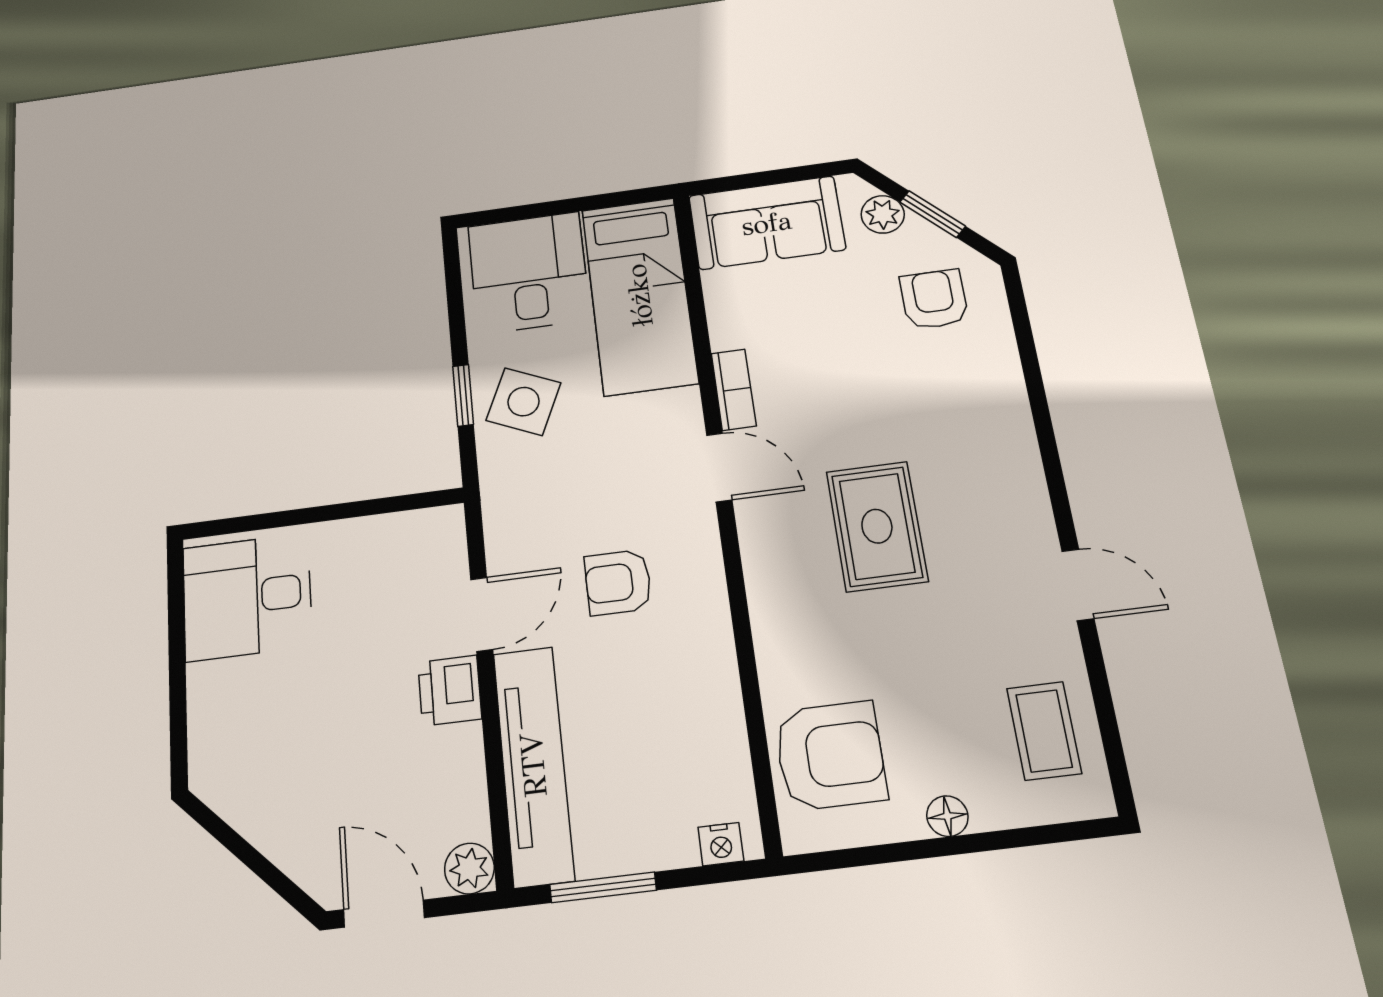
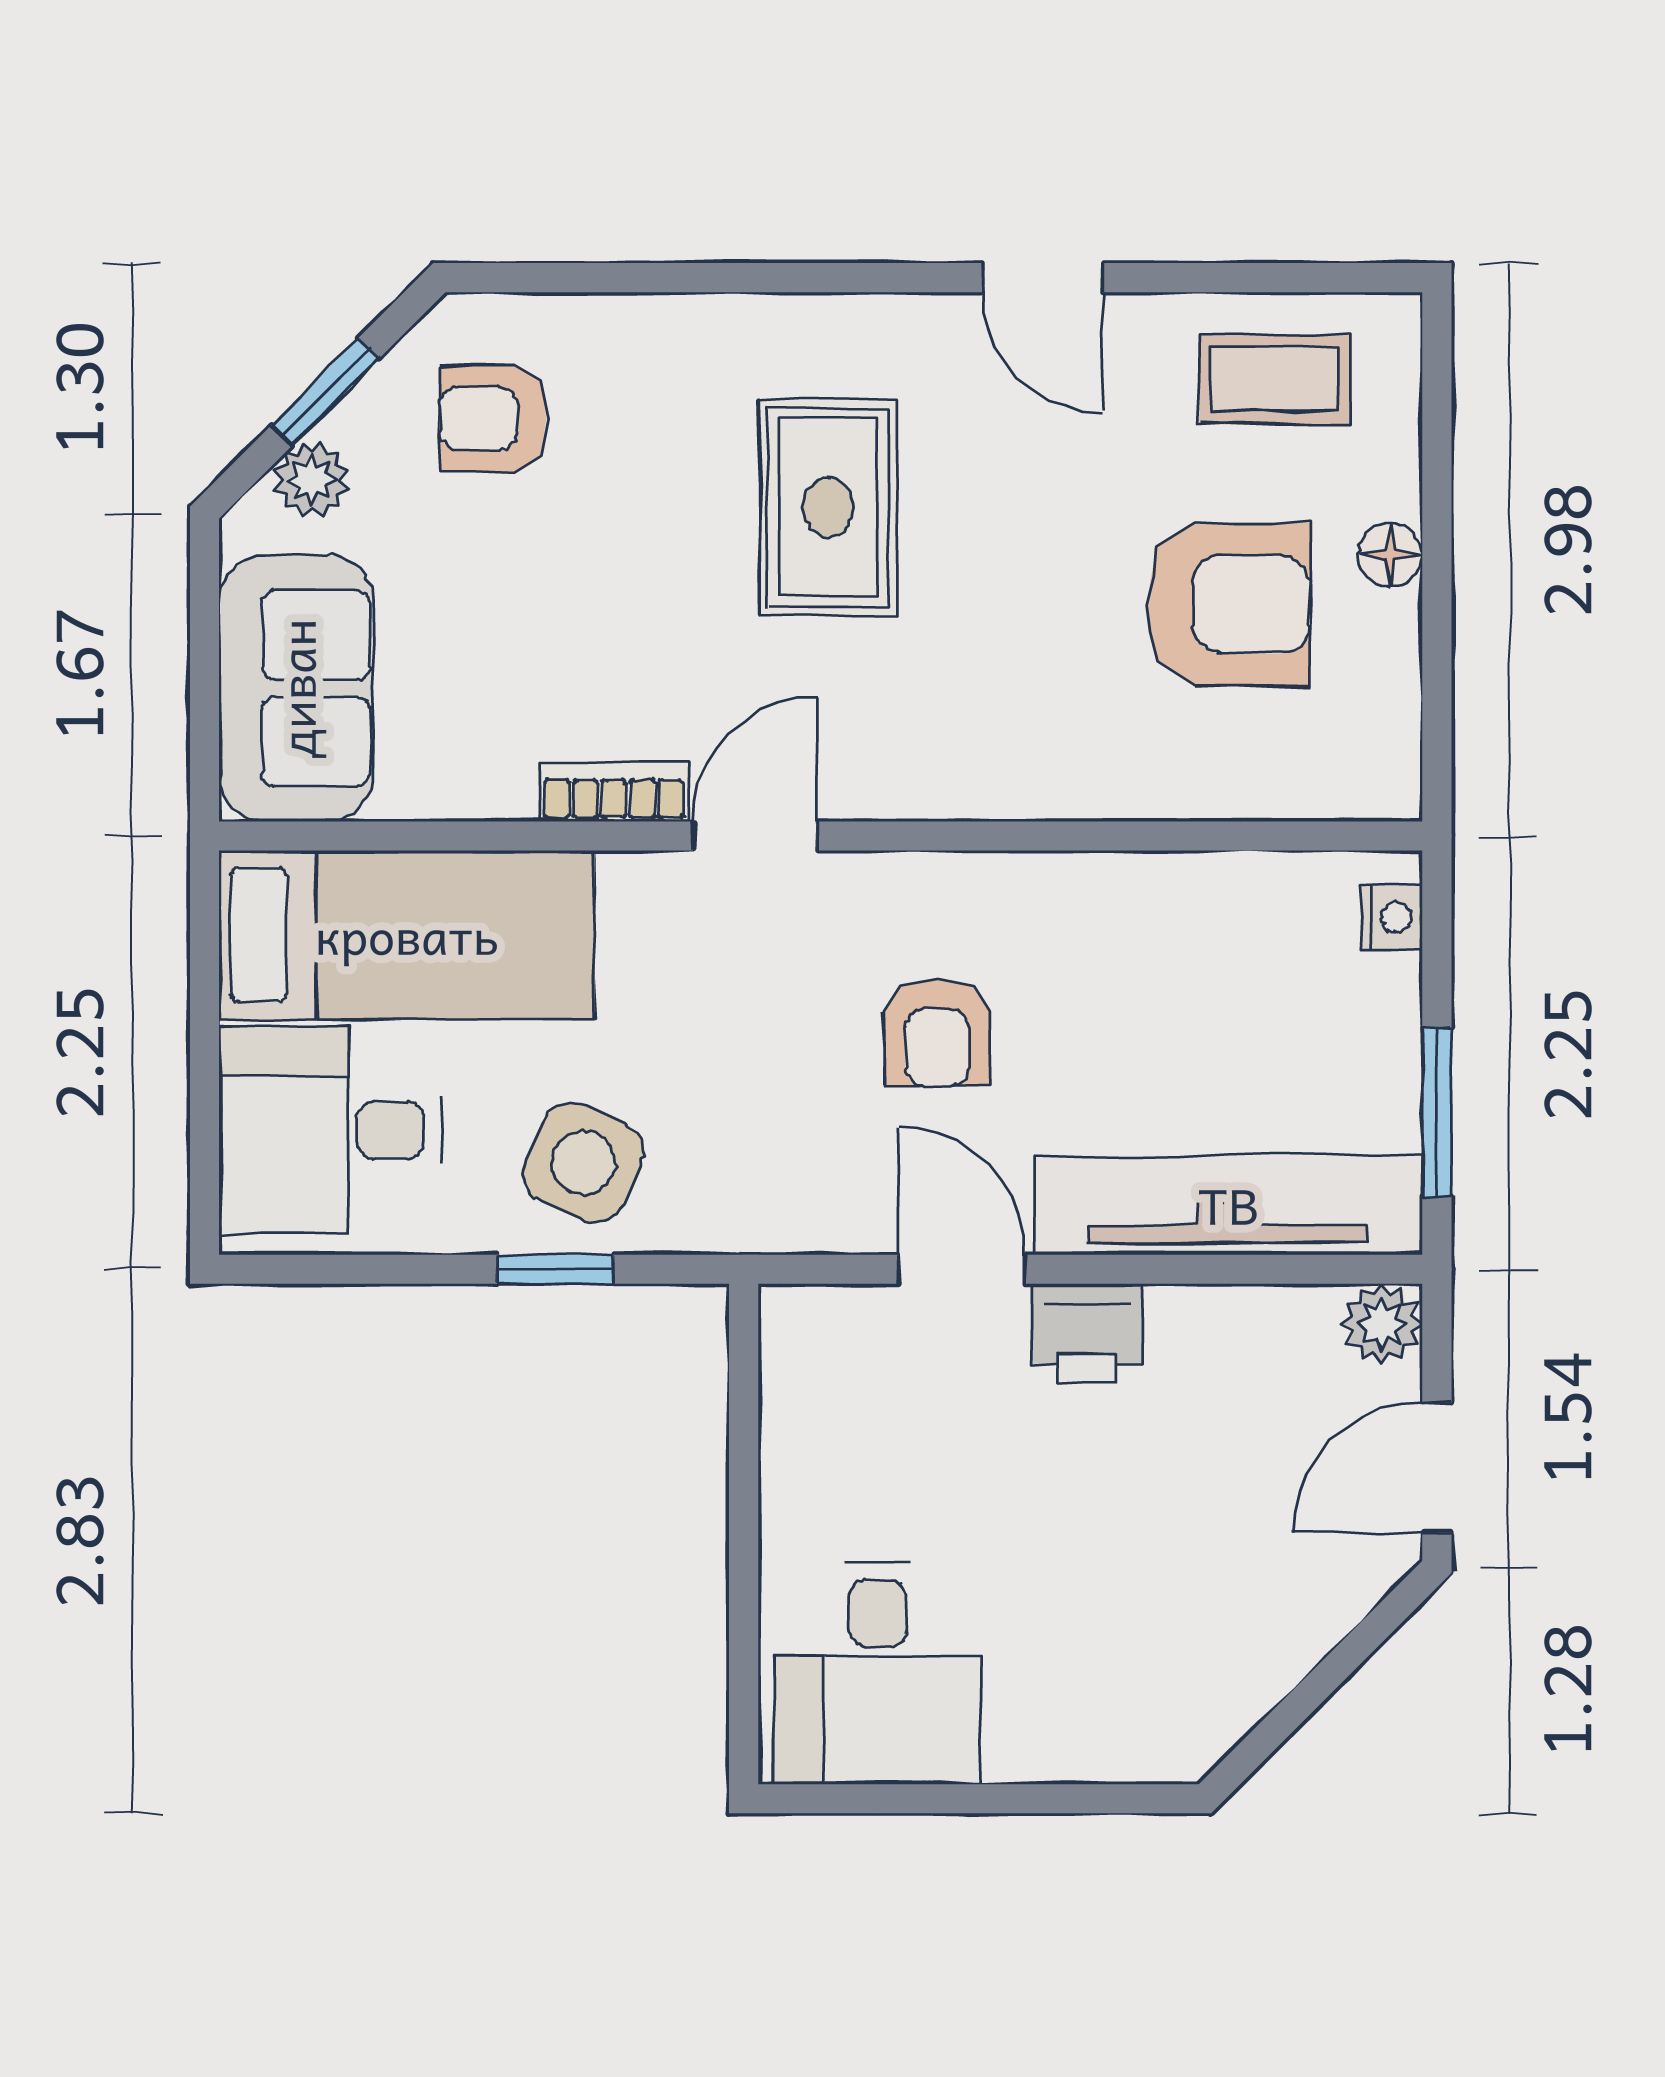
rug: (877, 526) -> (828, 507), moved, turned 90
door: (1078, 585) -> (1042, 278), swing flipped
armchair: (830, 756) -> (1228, 604), moved, turned 90

